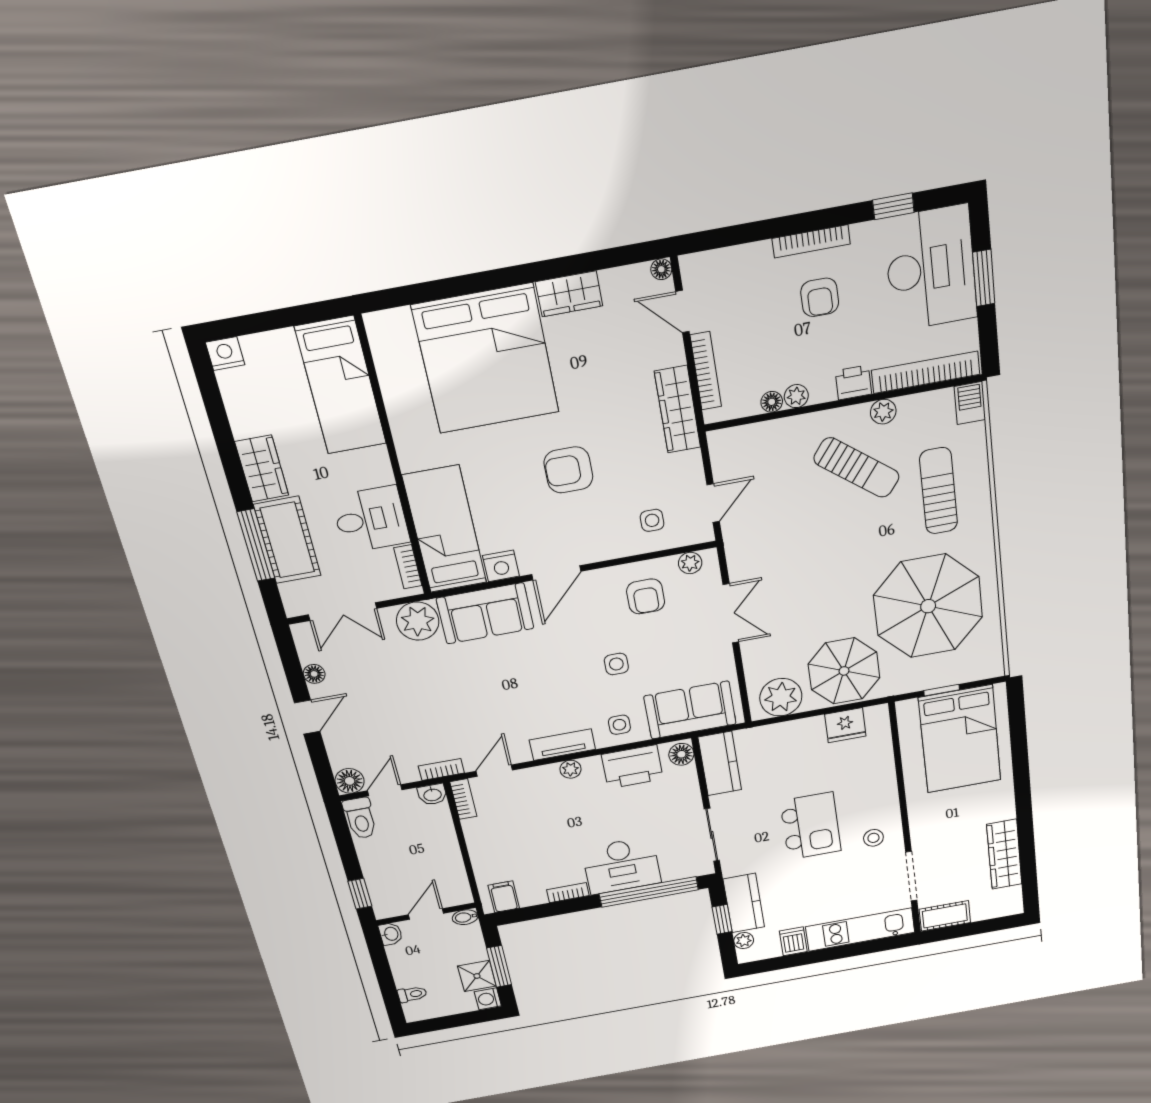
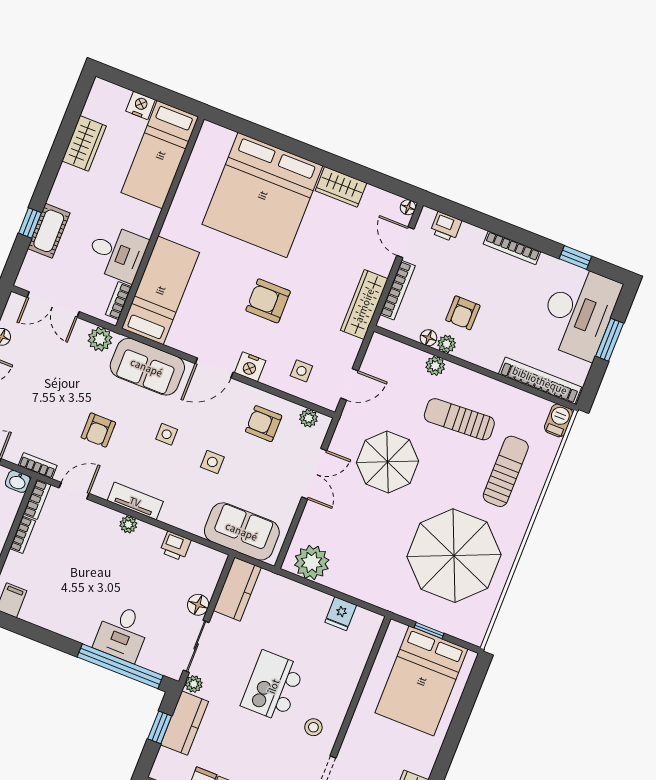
armchair: (820, 297) -> (463, 313), moved
nightstand: (225, 354) -> (141, 105), moved
printer: (853, 382) -> (446, 227), moved, turned 180
plant: (883, 412) -> (435, 366), moved
wardrobe: (262, 468) -> (84, 143), moved
sun lounger: (857, 468) -> (459, 419), turned 139
cot: (287, 540) -> (49, 231), width x0.73, depth x0.75
window: (256, 545) -> (30, 223), width x0.46
nightstand: (501, 566) -> (250, 367), moved
armchair: (646, 596) -> (264, 424), turned 90
plant: (418, 621) -> (100, 339), width x0.73, depth x0.73
parasol: (844, 671) -> (388, 462), moved
armchair: (478, 702) -> (98, 430), added
side table: (619, 725) -> (167, 434), moved
fridge: (845, 725) -> (341, 614), width x0.72
floor lamp: (681, 754) -> (198, 605), moved
printer: (632, 767) -> (175, 546), width x0.53, depth x0.68
kitchen island: (811, 826) -> (273, 686), turned 180
desk: (621, 866) -> (122, 633), width x0.73
bookcase: (568, 893) -> (23, 535), moved, turned 90
plant: (744, 941) -> (194, 684), moved

